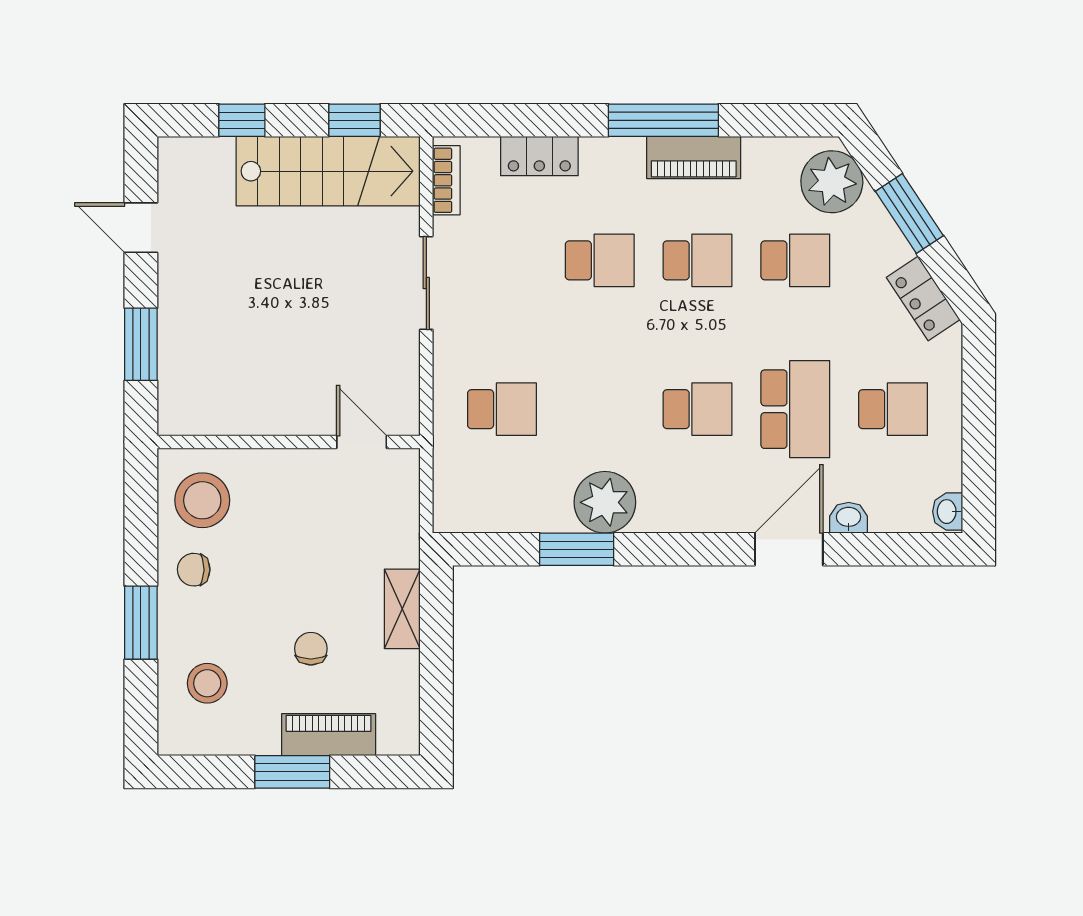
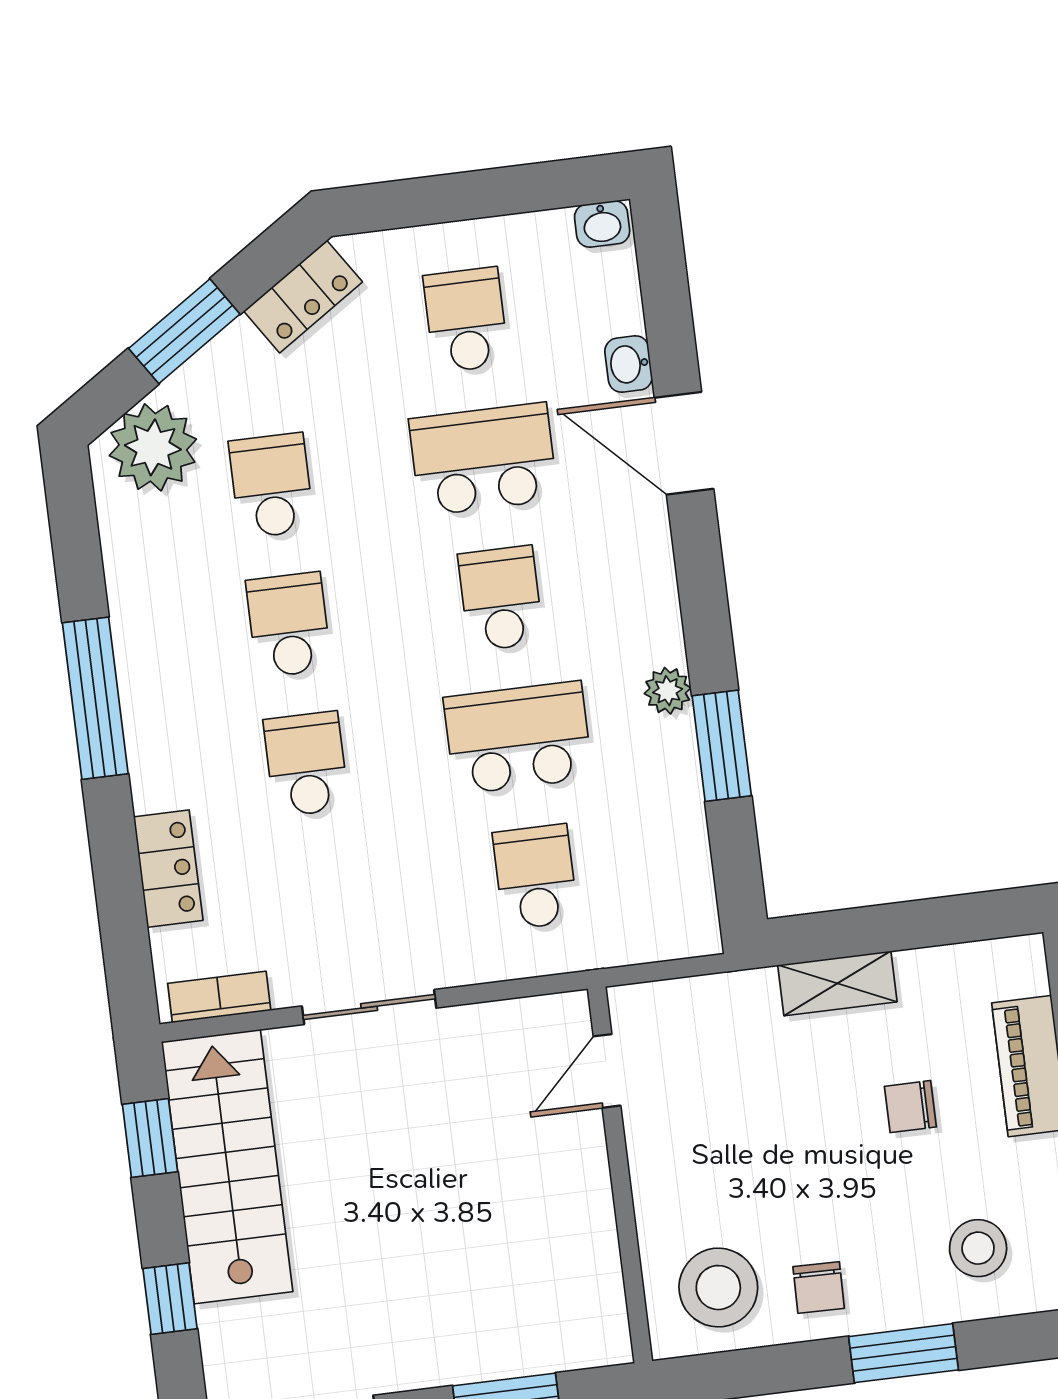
piano: (694, 157) -> (143, 648), removed
school desk: (600, 409) -> (518, 738), added
plant: (605, 502) -> (668, 691), width x0.53, depth x0.53

